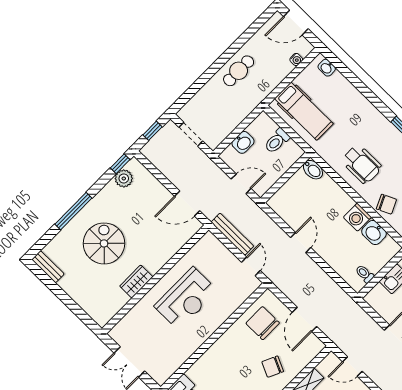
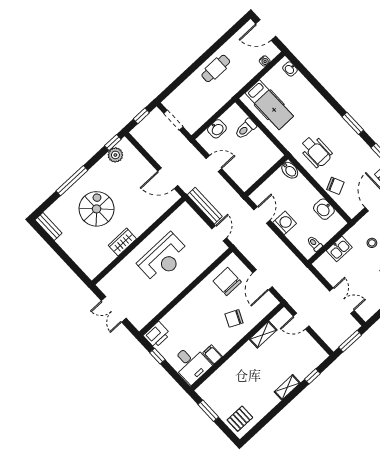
bidet: (313, 170) -> (290, 170), moved
wall: (285, 177) -> (266, 176), moved
washing machine: (357, 217) -> (285, 223), moved, turned 180

